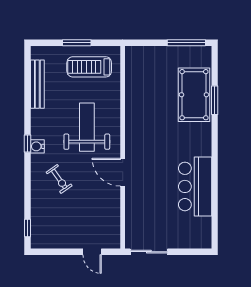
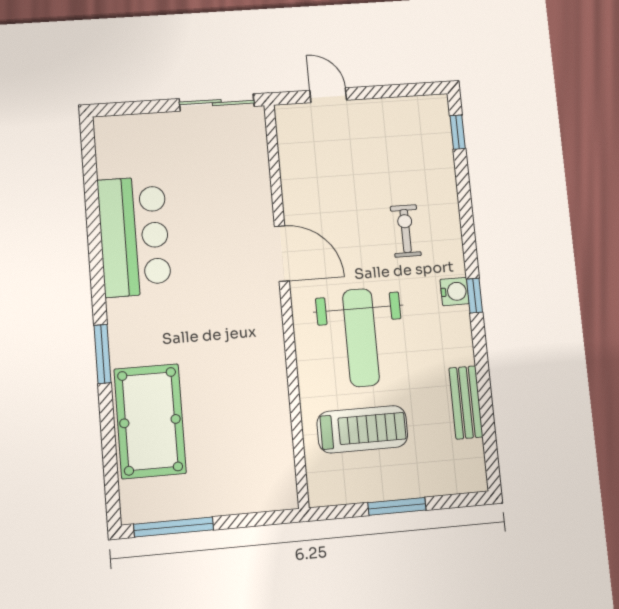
treadmill: (89, 67) -> (362, 429), moved
bench: (37, 84) -> (466, 402), width x0.73
window: (215, 100) -> (103, 354), moved
exercise bike: (59, 179) -> (406, 231), turned 35

